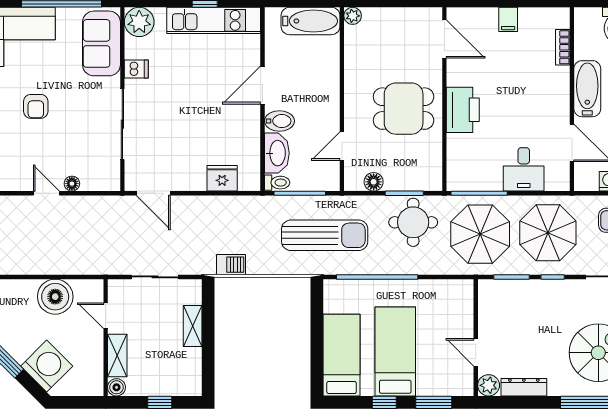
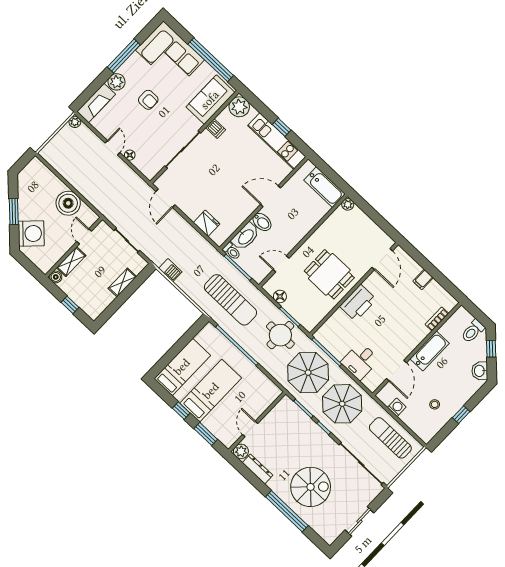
armchair: (36, 106) -> (148, 100), turned -90

